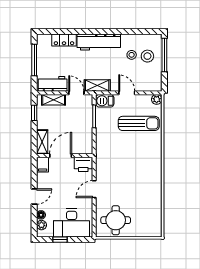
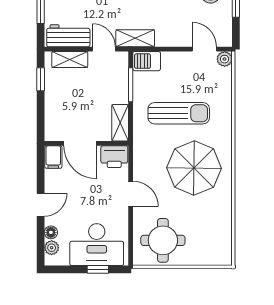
door: (127, 93) -> (204, 49), moved
sun lounger: (139, 123) -> (179, 113), moved
shelving: (42, 142) -> (120, 123), moved
door: (61, 156) -> (80, 143), swing flipped
parasol: (136, 172) -> (194, 168), added
door: (94, 189) -> (131, 194), swing flipped
window: (60, 240) -> (98, 269), moved

